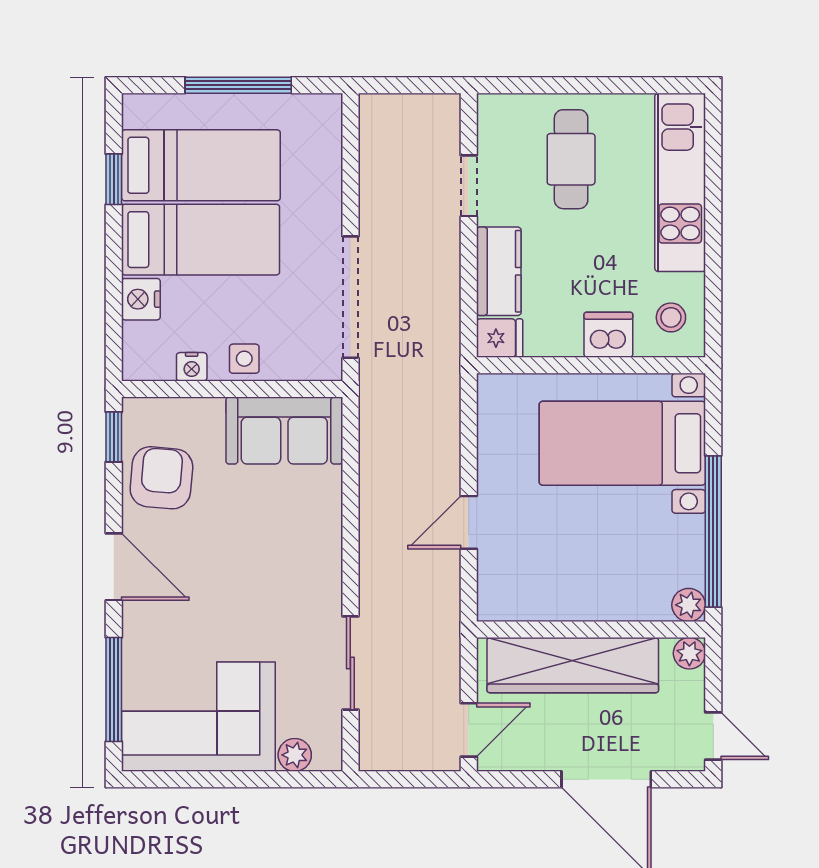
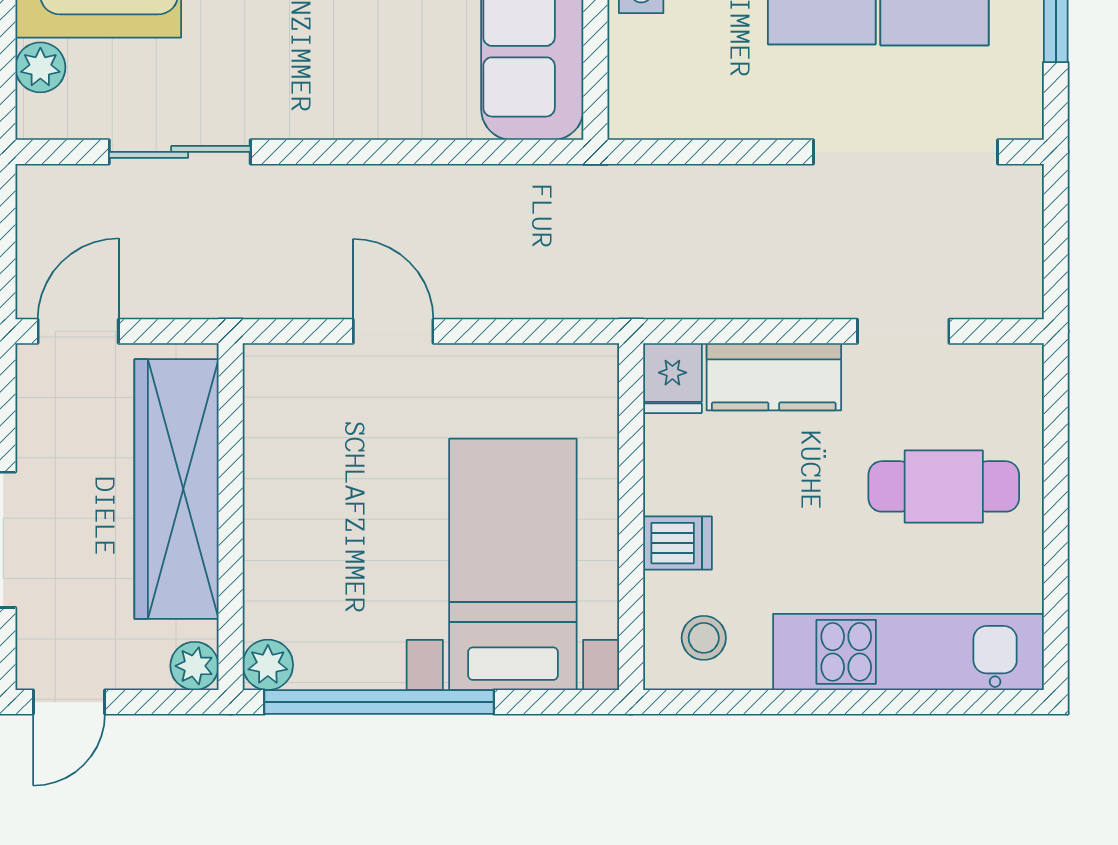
doorway: (350, 297) -> (906, 152), moved
dishwasher: (608, 335) -> (678, 543), width x0.73
door: (469, 730) -> (78, 331), swing flipped

